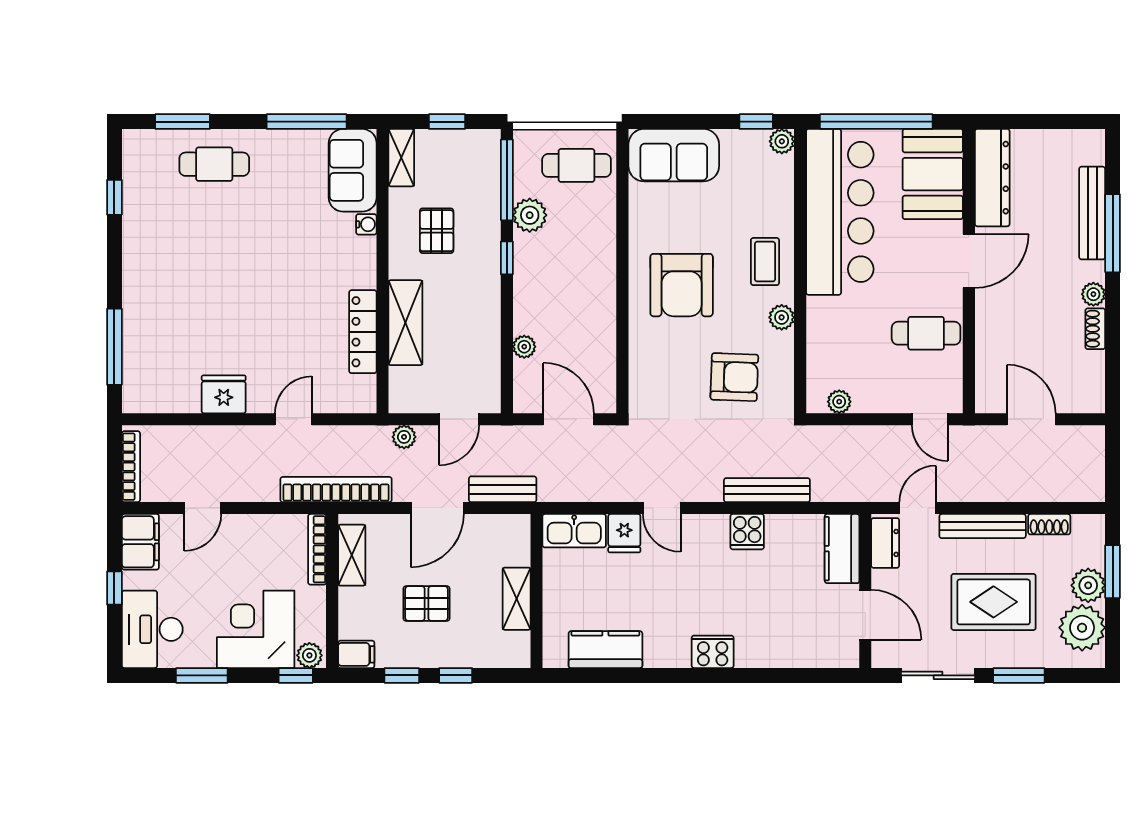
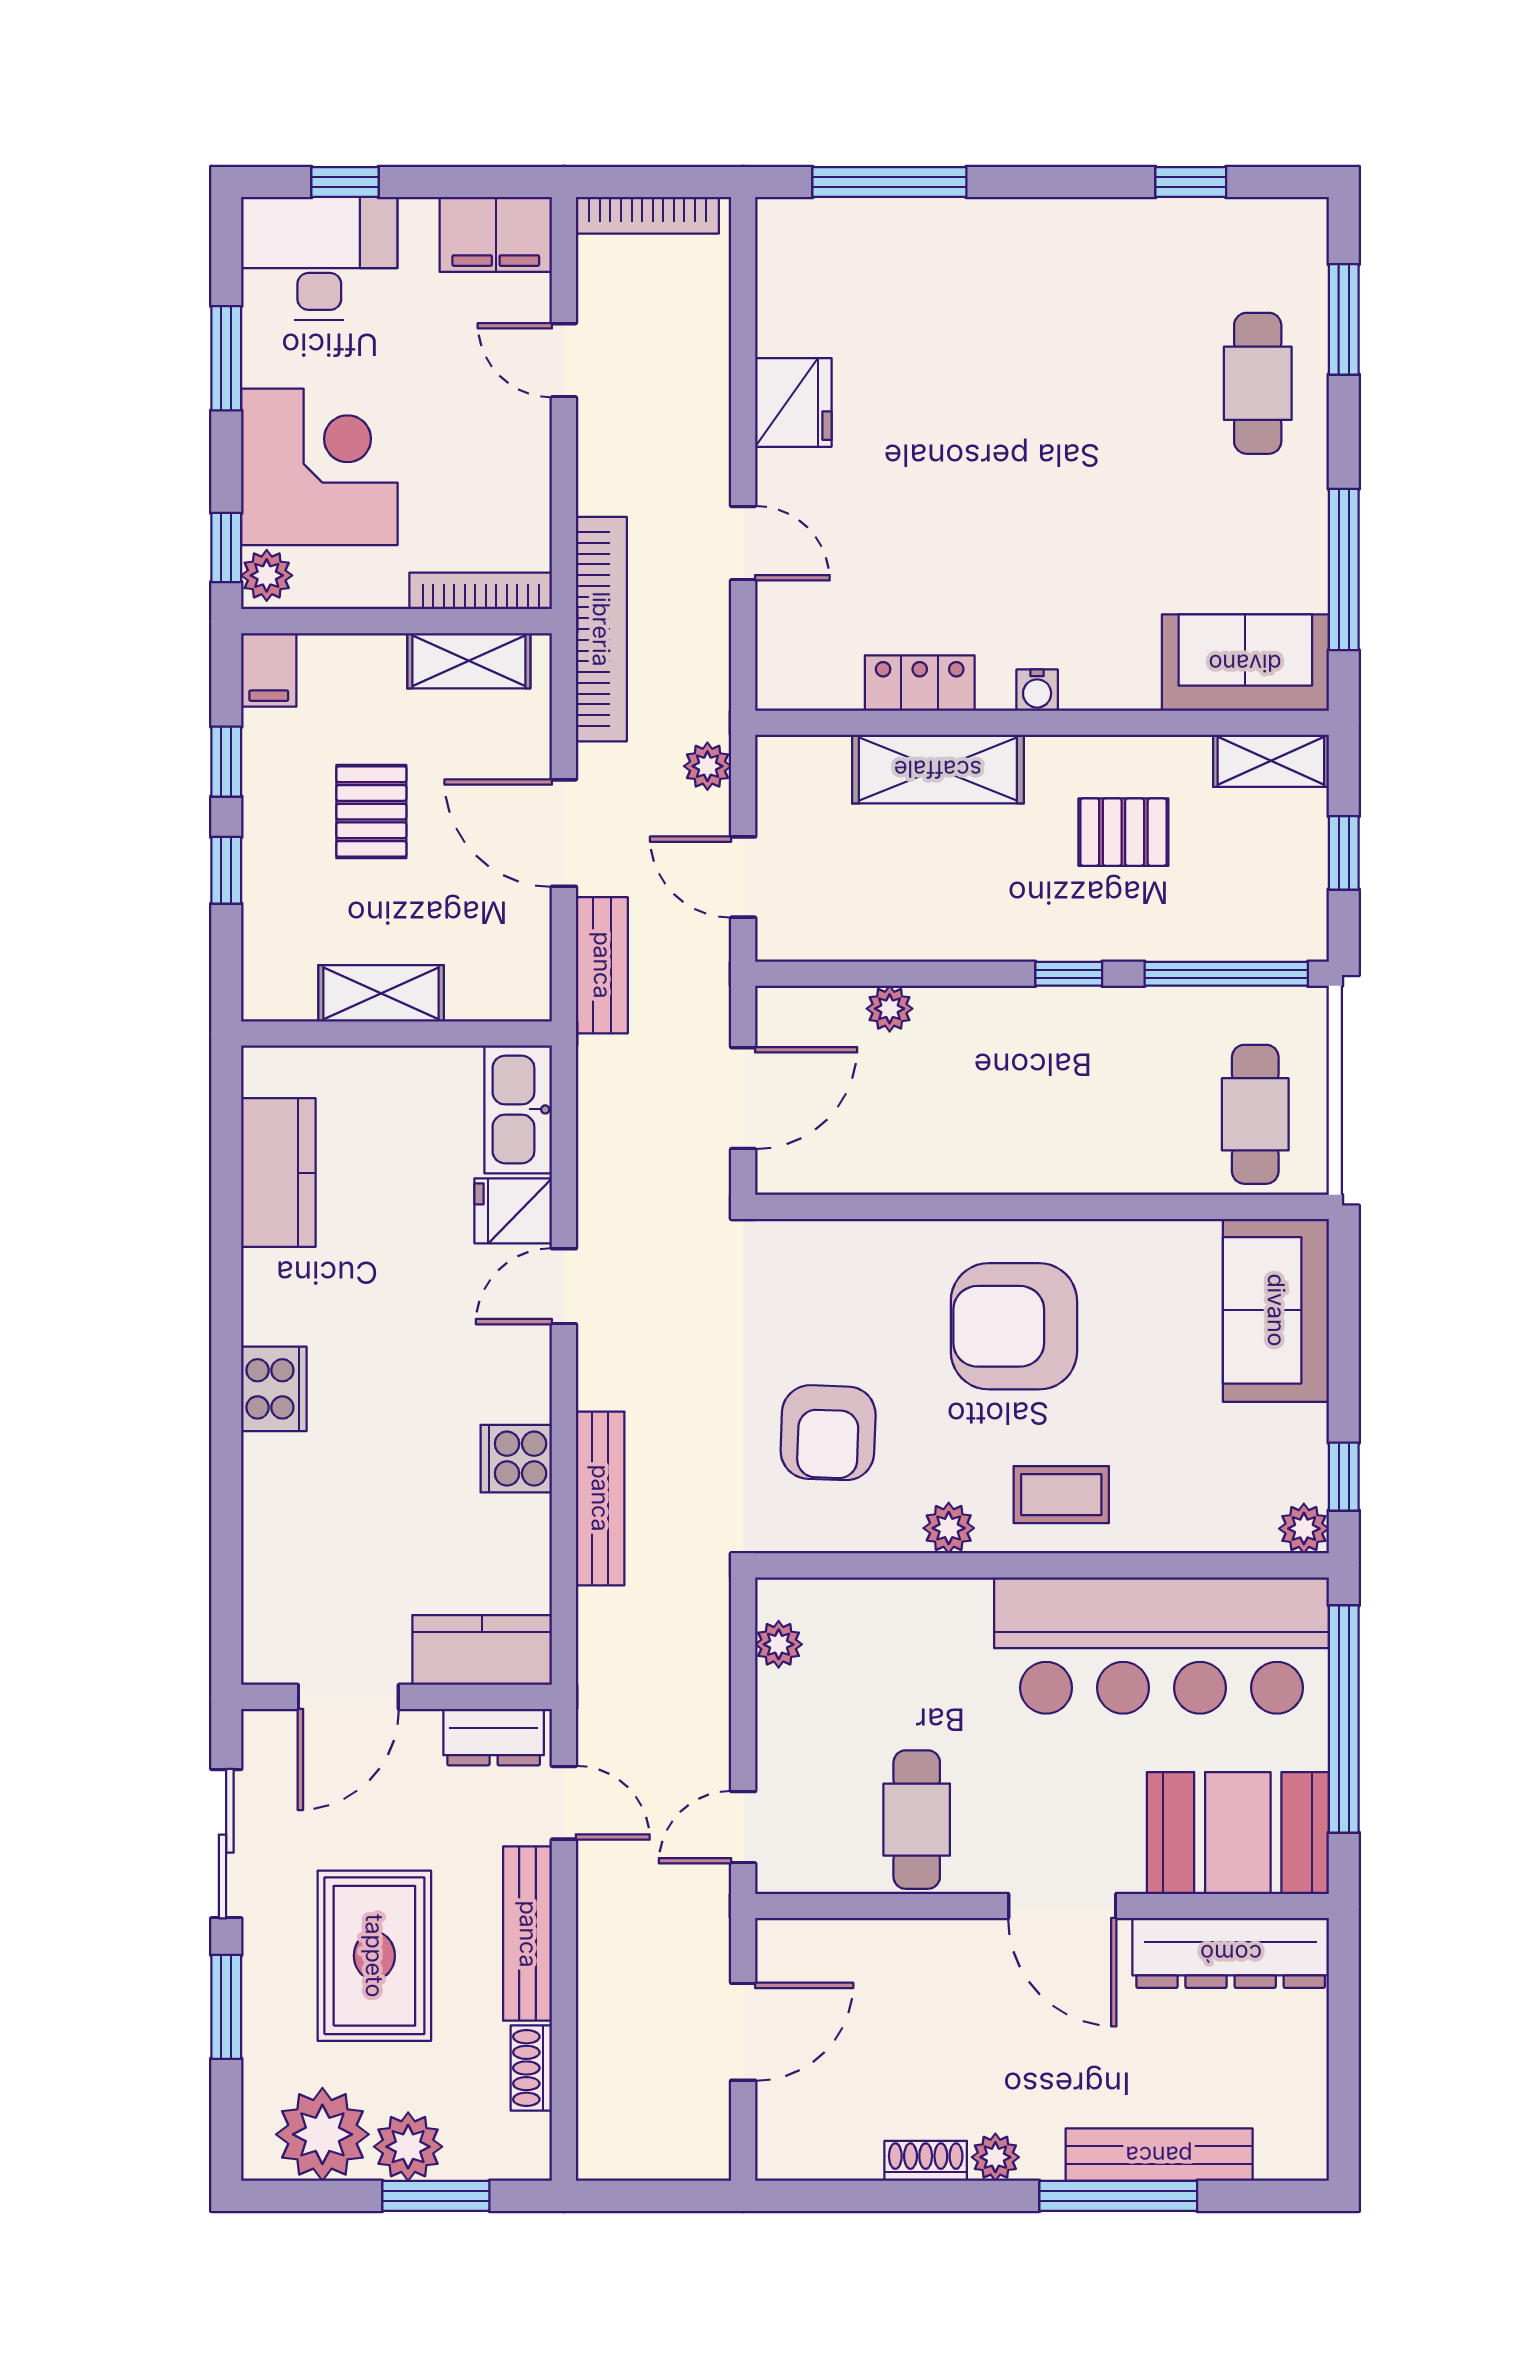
plant: (530, 215) -> (1155, 1020), removed
water cooler: (366, 224) -> (1037, 690), moved
locker: (363, 332) -> (920, 683), width x0.66
window: (114, 588) -> (345, 182), moved

